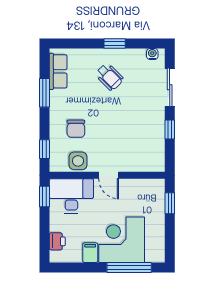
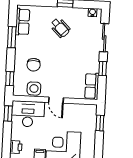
row of seats: (156, 154) -> (92, 86), added

